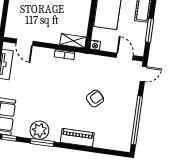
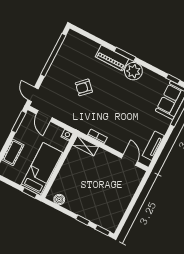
window: (150, 30) -> (19, 122), moved
door: (143, 74) -> (33, 94), hinge flipped
plant: (39, 130) -> (133, 71), moved
window: (42, 142) -> (125, 54), moved

